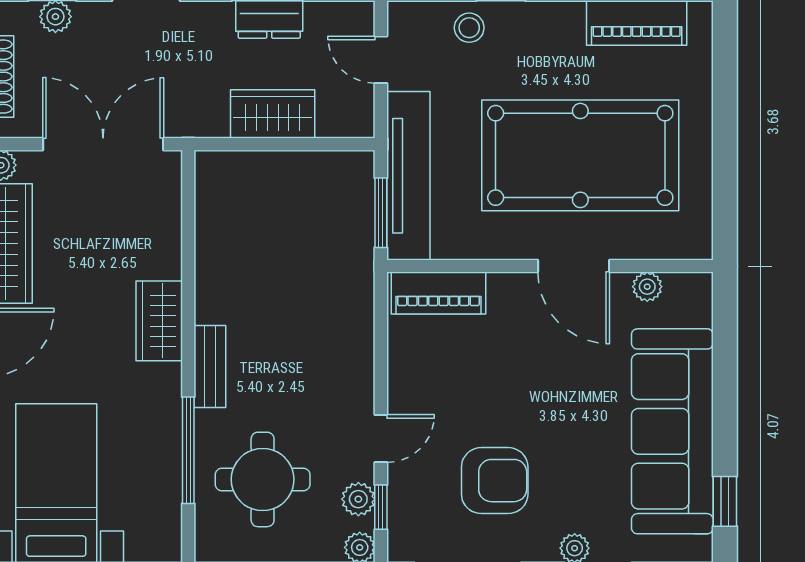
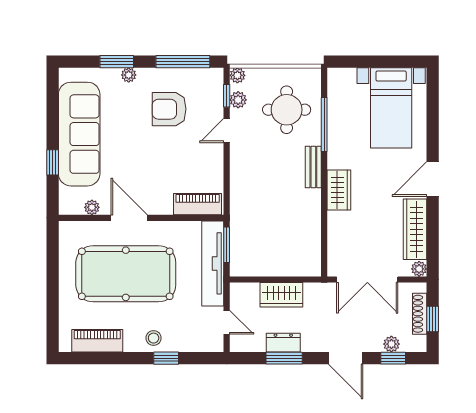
stool: (469, 28) -> (154, 338), moved
window: (725, 501) -> (53, 162), moved

